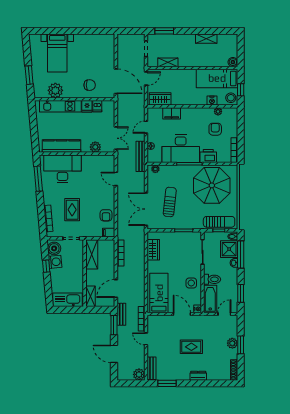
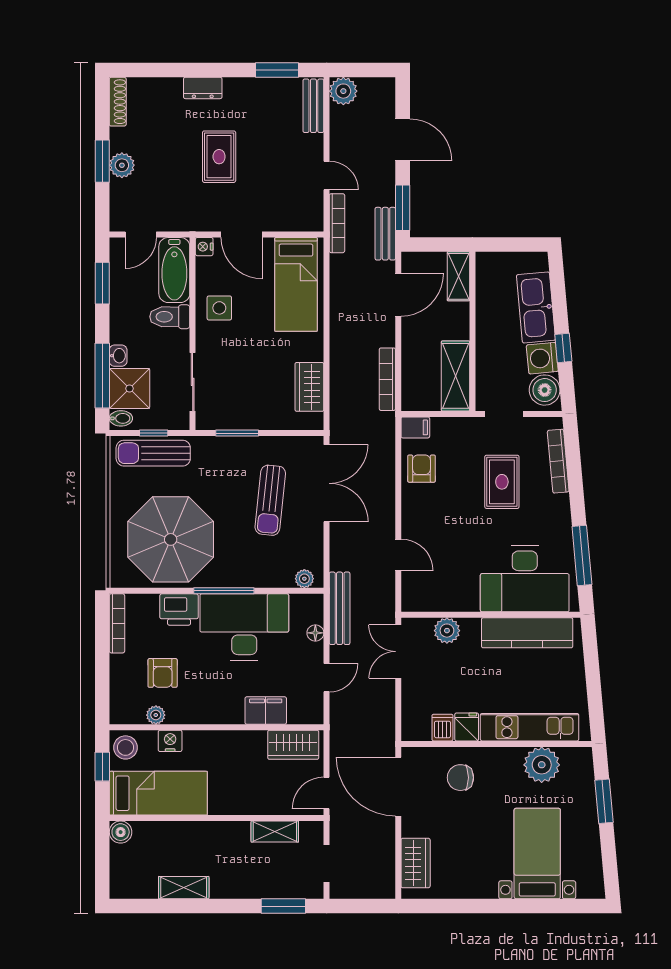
wardrobe: (109, 49) -> (416, 863), added
kitchen sink: (67, 300) -> (536, 307), moved, turned 85
rug: (191, 347) -> (219, 157), turned 90

